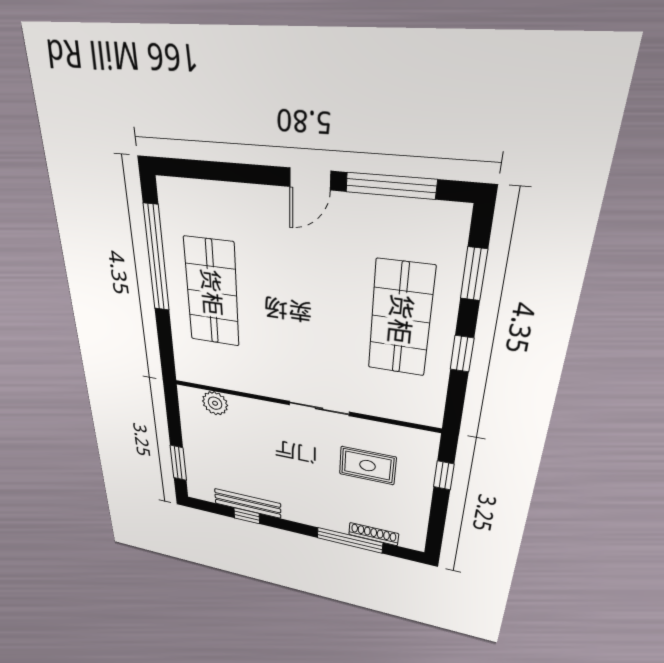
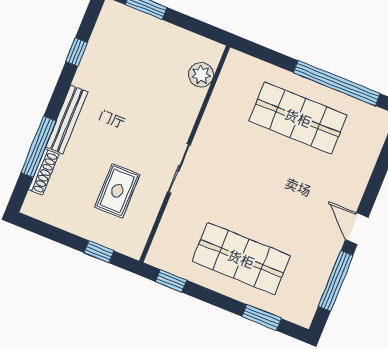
window: (462, 354) -> (171, 281), moved
bench: (247, 503) -> (67, 119), moved

